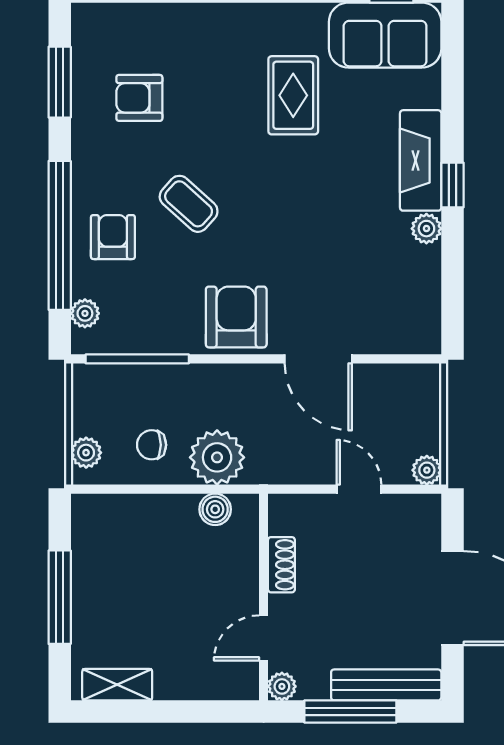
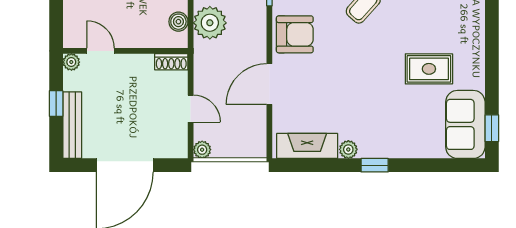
fireplace: (421, 160) -> (307, 146), moved
door: (359, 489) -> (191, 109), hinge flipped
shoe rack: (281, 565) -> (171, 62), moved
window: (350, 712) -> (56, 103), width x0.46

